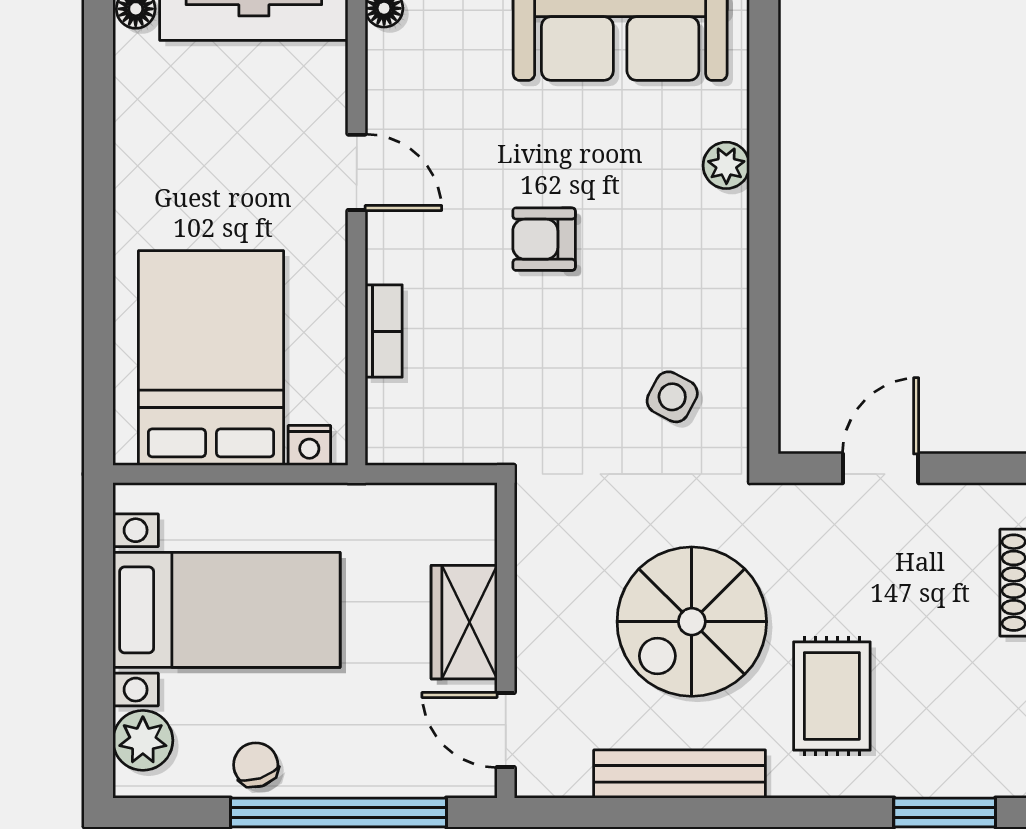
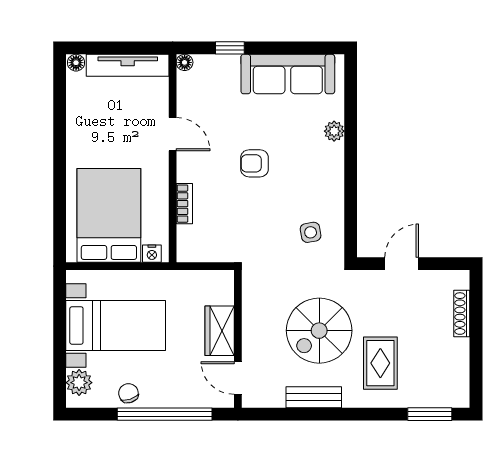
side table: (672, 397) -> (311, 232), turned -38
bench: (680, 774) -> (314, 397), width x0.73

